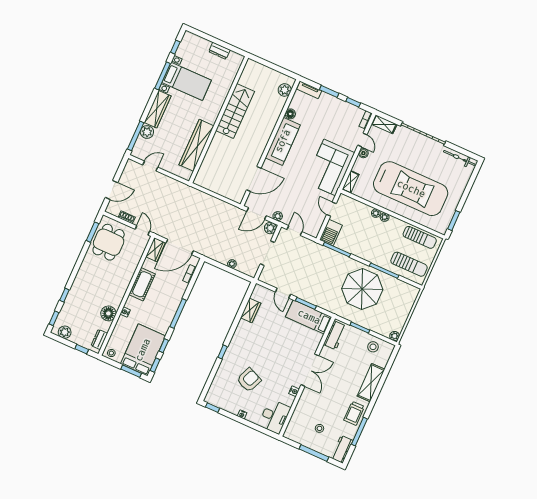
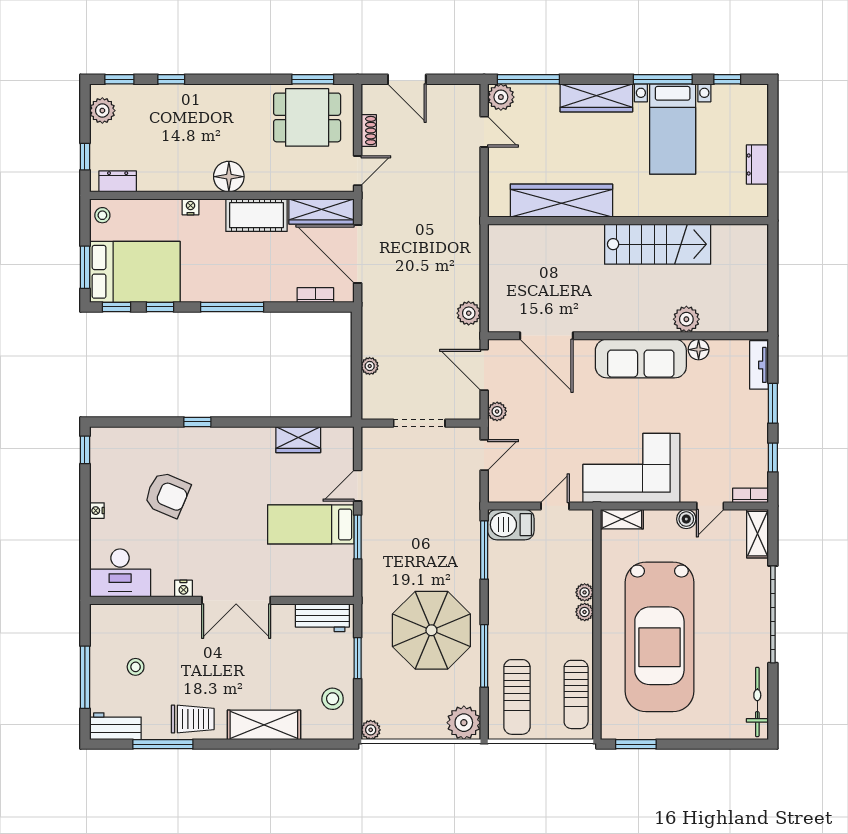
plant: (285, 90) -> (686, 319), moved
plant: (147, 132) -> (501, 97), moved
plant: (270, 228) -> (469, 313), moved
wardrobe: (156, 250) -> (322, 211), width x1.50
plant: (410, 293) -> (464, 723), added
floor lamp: (108, 313) -> (229, 177), moved
bed: (309, 317) -> (311, 524), moved, turned -90
trolley: (354, 413) -> (193, 719), turned 180

